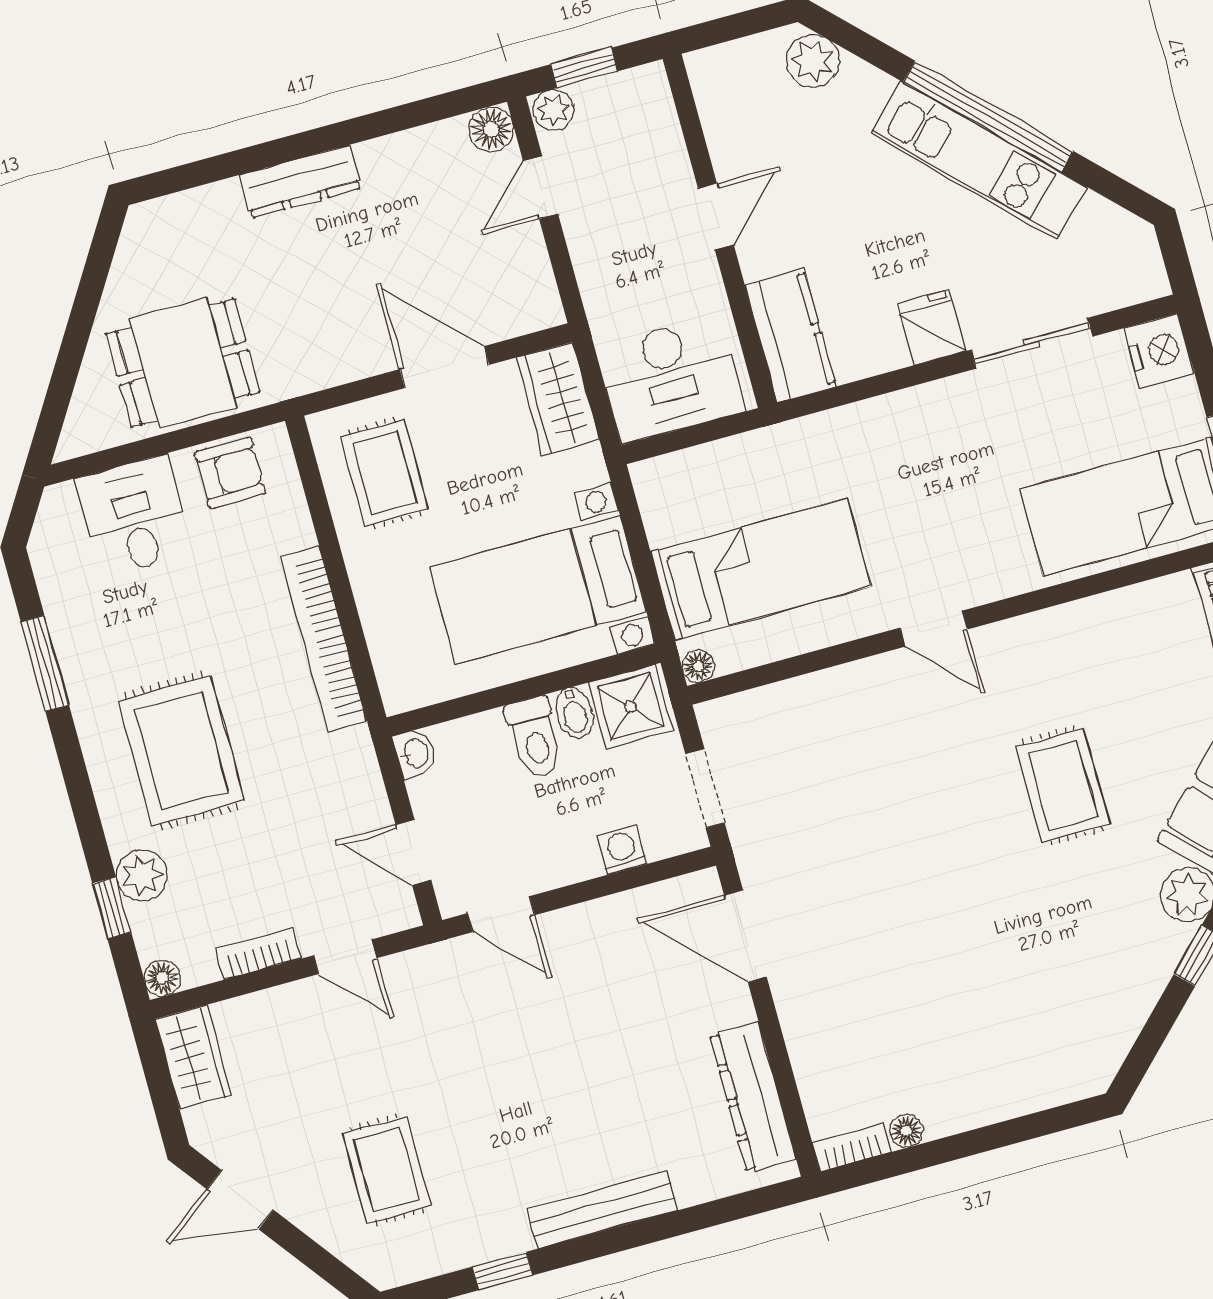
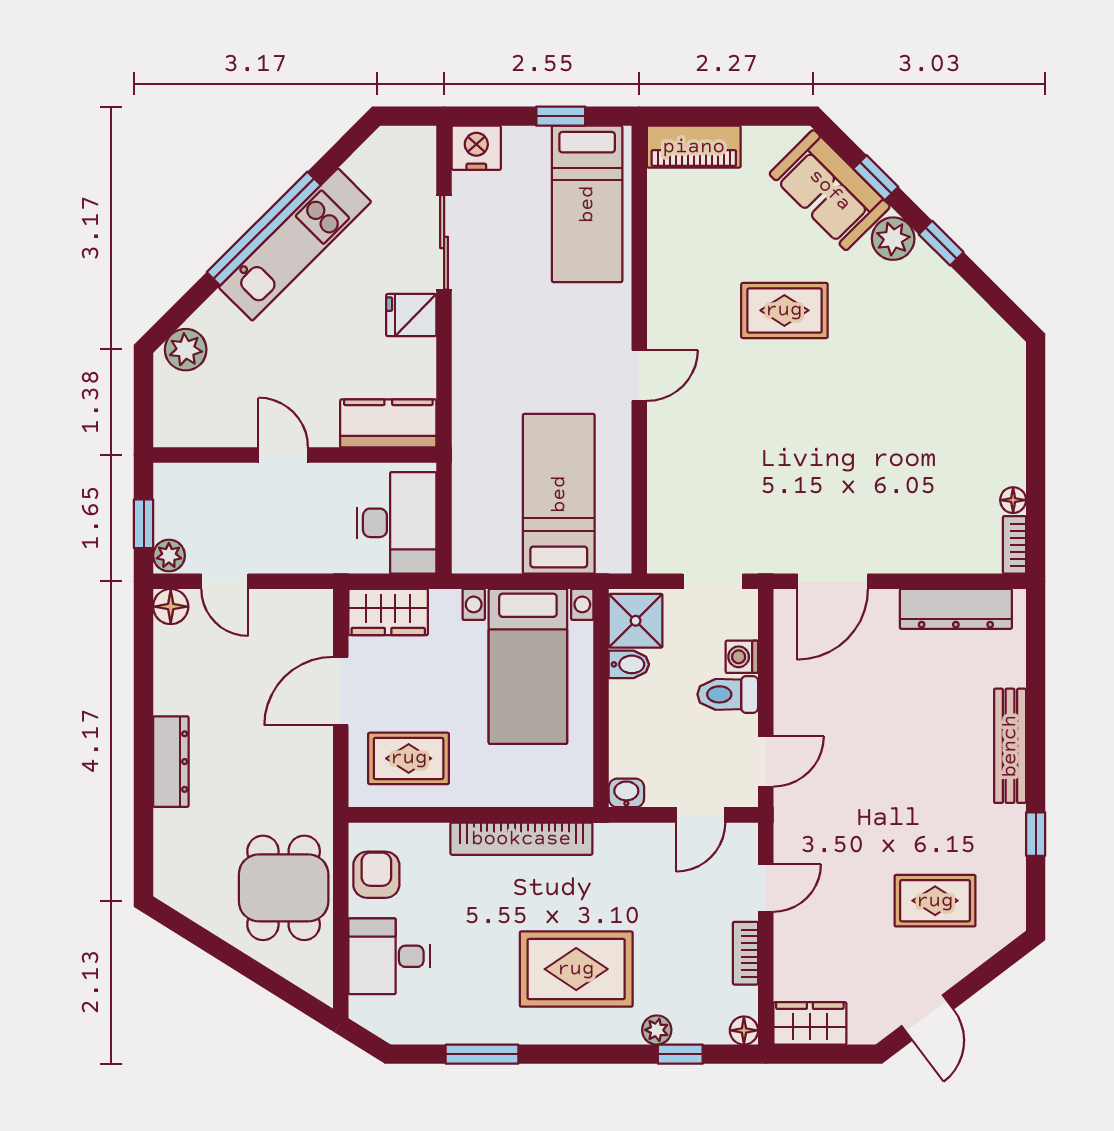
floor lamp: (698, 666) -> (619, 561), removed
toilet: (534, 737) -> (728, 694), moved, turned 180
plant: (142, 875) -> (657, 1030), width x0.73, depth x0.73

